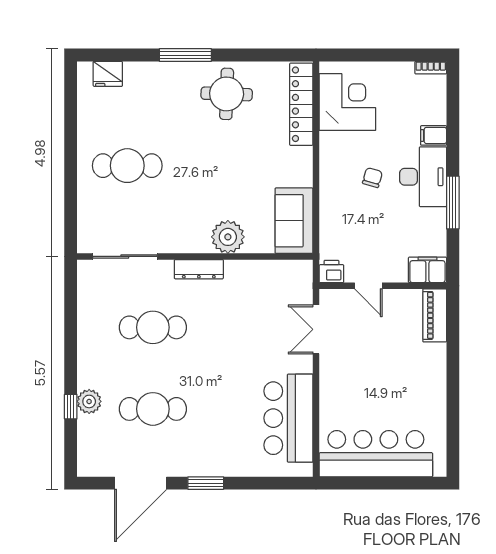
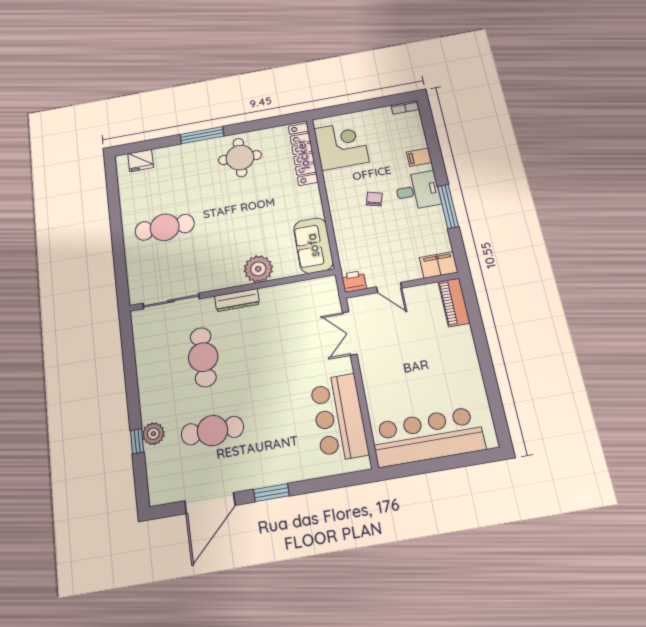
desk: (423, 177) -> (418, 191), width x0.73
cafe table: (153, 327) -> (203, 357), turned 90

